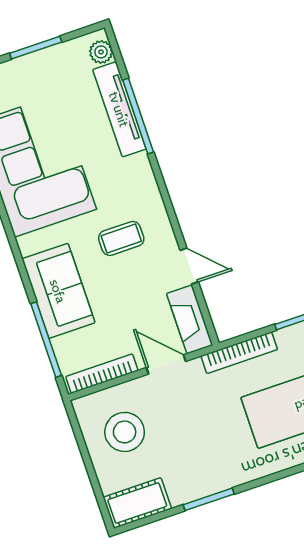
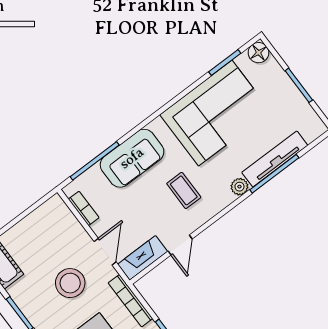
plant: (101, 52) -> (239, 187), moved
bookcase: (102, 374) -> (84, 208), width x0.64
stool: (125, 432) -> (70, 283), moved

